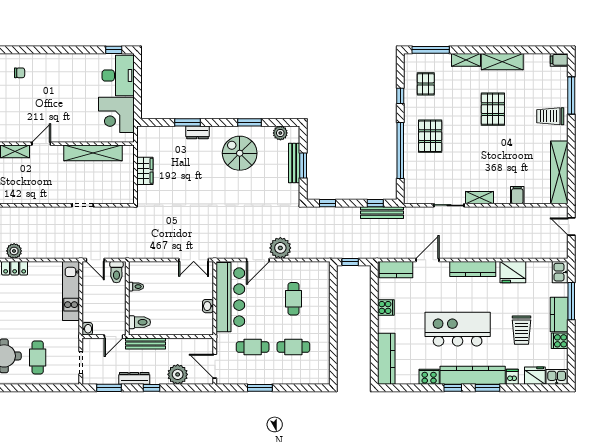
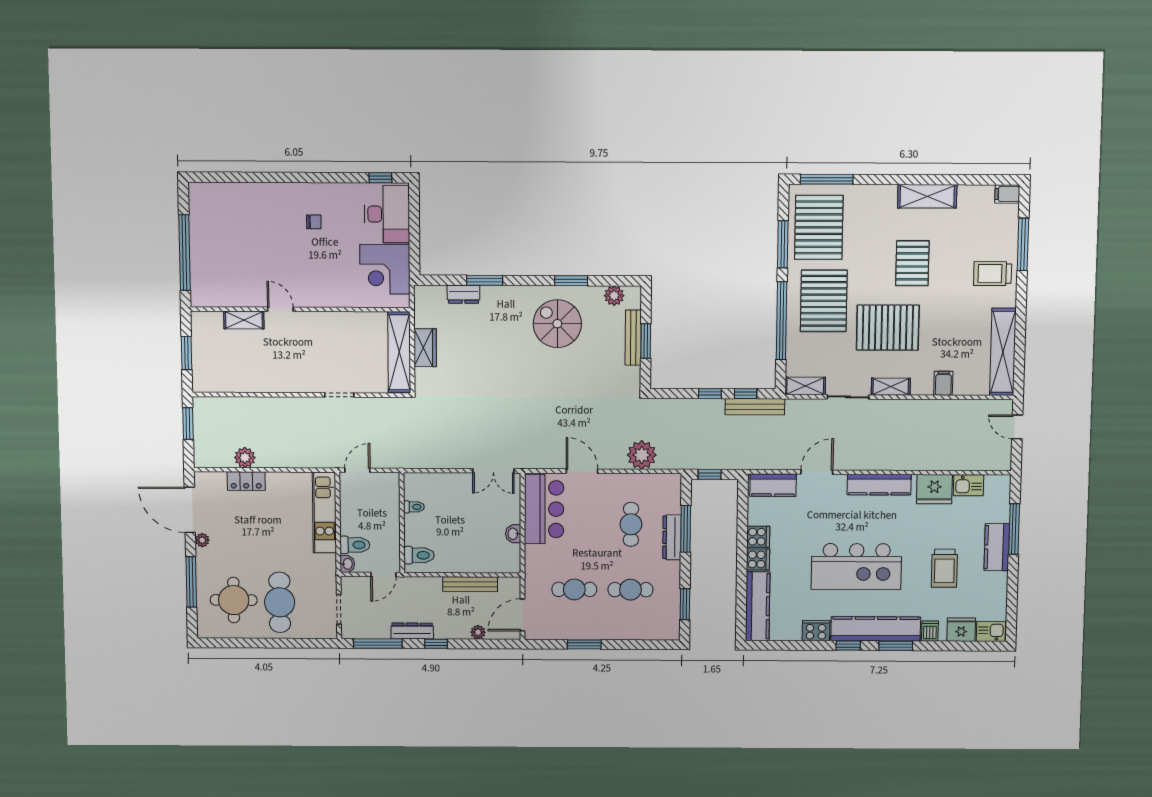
shelving: (466, 60) -> (805, 386), moved
chair: (20, 73) -> (314, 222), moved
pallet: (426, 84) -> (819, 227), width x2.05, depth x2.00
window: (400, 96) -> (783, 244), width x2.17
dresser: (198, 132) -> (463, 294), moved
pallet: (430, 136) -> (824, 301), width x1.37, depth x1.41
door: (41, 144) -> (280, 309), hinge flipped
shelving: (93, 153) -> (399, 352), moved, turned 90
pallet: (476, 155) -> (888, 328), added
window: (327, 203) -> (710, 394), moved
plant: (280, 248) -> (642, 455), moved
door: (95, 260) -> (357, 470), swing flipped
door: (258, 260) -> (582, 471), swing flipped
toilet: (116, 272) -> (355, 545), moved, turned -90
kitchen sink: (560, 272) -> (969, 485), moved, turned -90
bar counter: (230, 297) -> (544, 509), width x0.73
window: (333, 302) -> (686, 529), added
dresser: (323, 308) -> (672, 537), added
kitchen island: (458, 329) -> (856, 566), turned 180
cooker: (560, 341) -> (758, 559), moved, turned 180
bench: (145, 343) -> (470, 584), moved
cafe table: (38, 357) -> (280, 602), width x1.37, depth x1.35
window: (333, 358) -> (685, 604), added
door: (215, 366) -> (523, 615), hinge flipped
plant: (178, 374) -> (478, 632), width x0.53, depth x0.53
window: (109, 388) -> (378, 644), width x1.44

